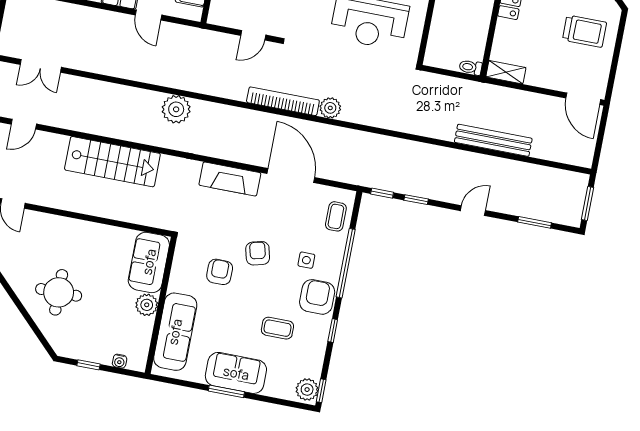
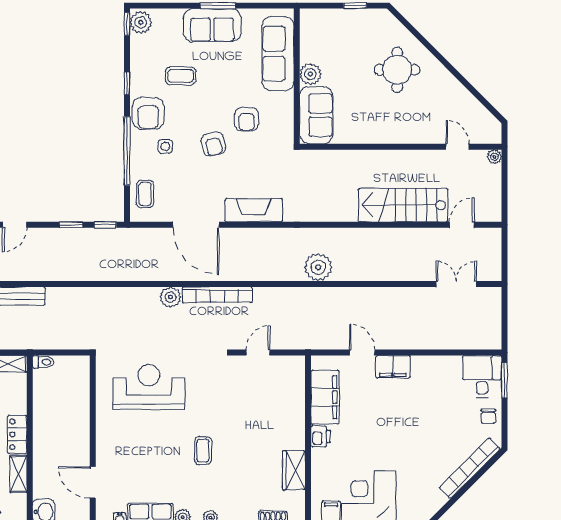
stairs: (112, 162) -> (403, 205), moved
water cooler: (120, 361) -> (326, 15), removed

